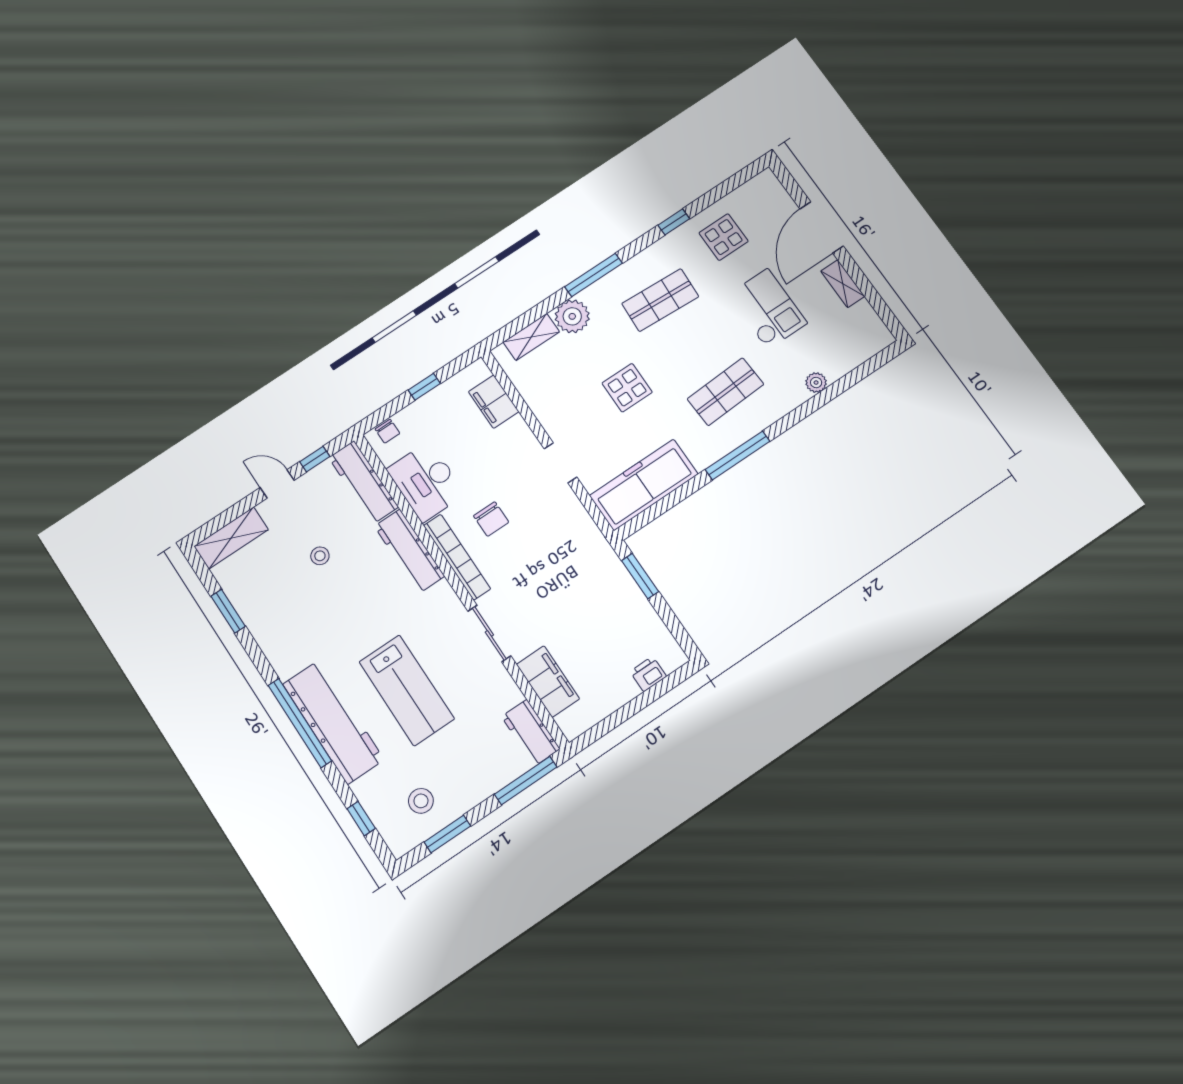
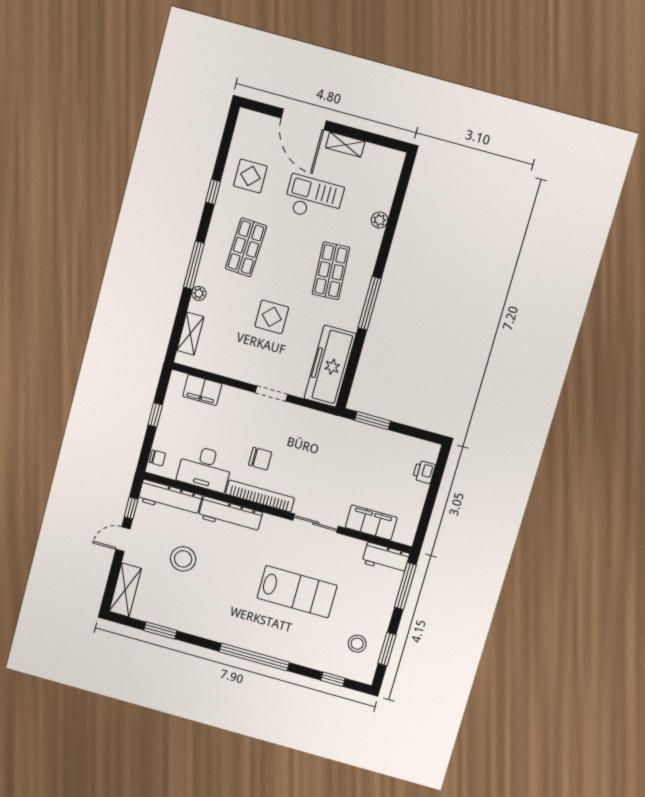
plant: (572, 316) -> (199, 293), width x0.53, depth x0.53
stool: (320, 556) -> (183, 559), width x1.89, depth x1.89
workbench: (333, 722) -> (272, 641), removed

